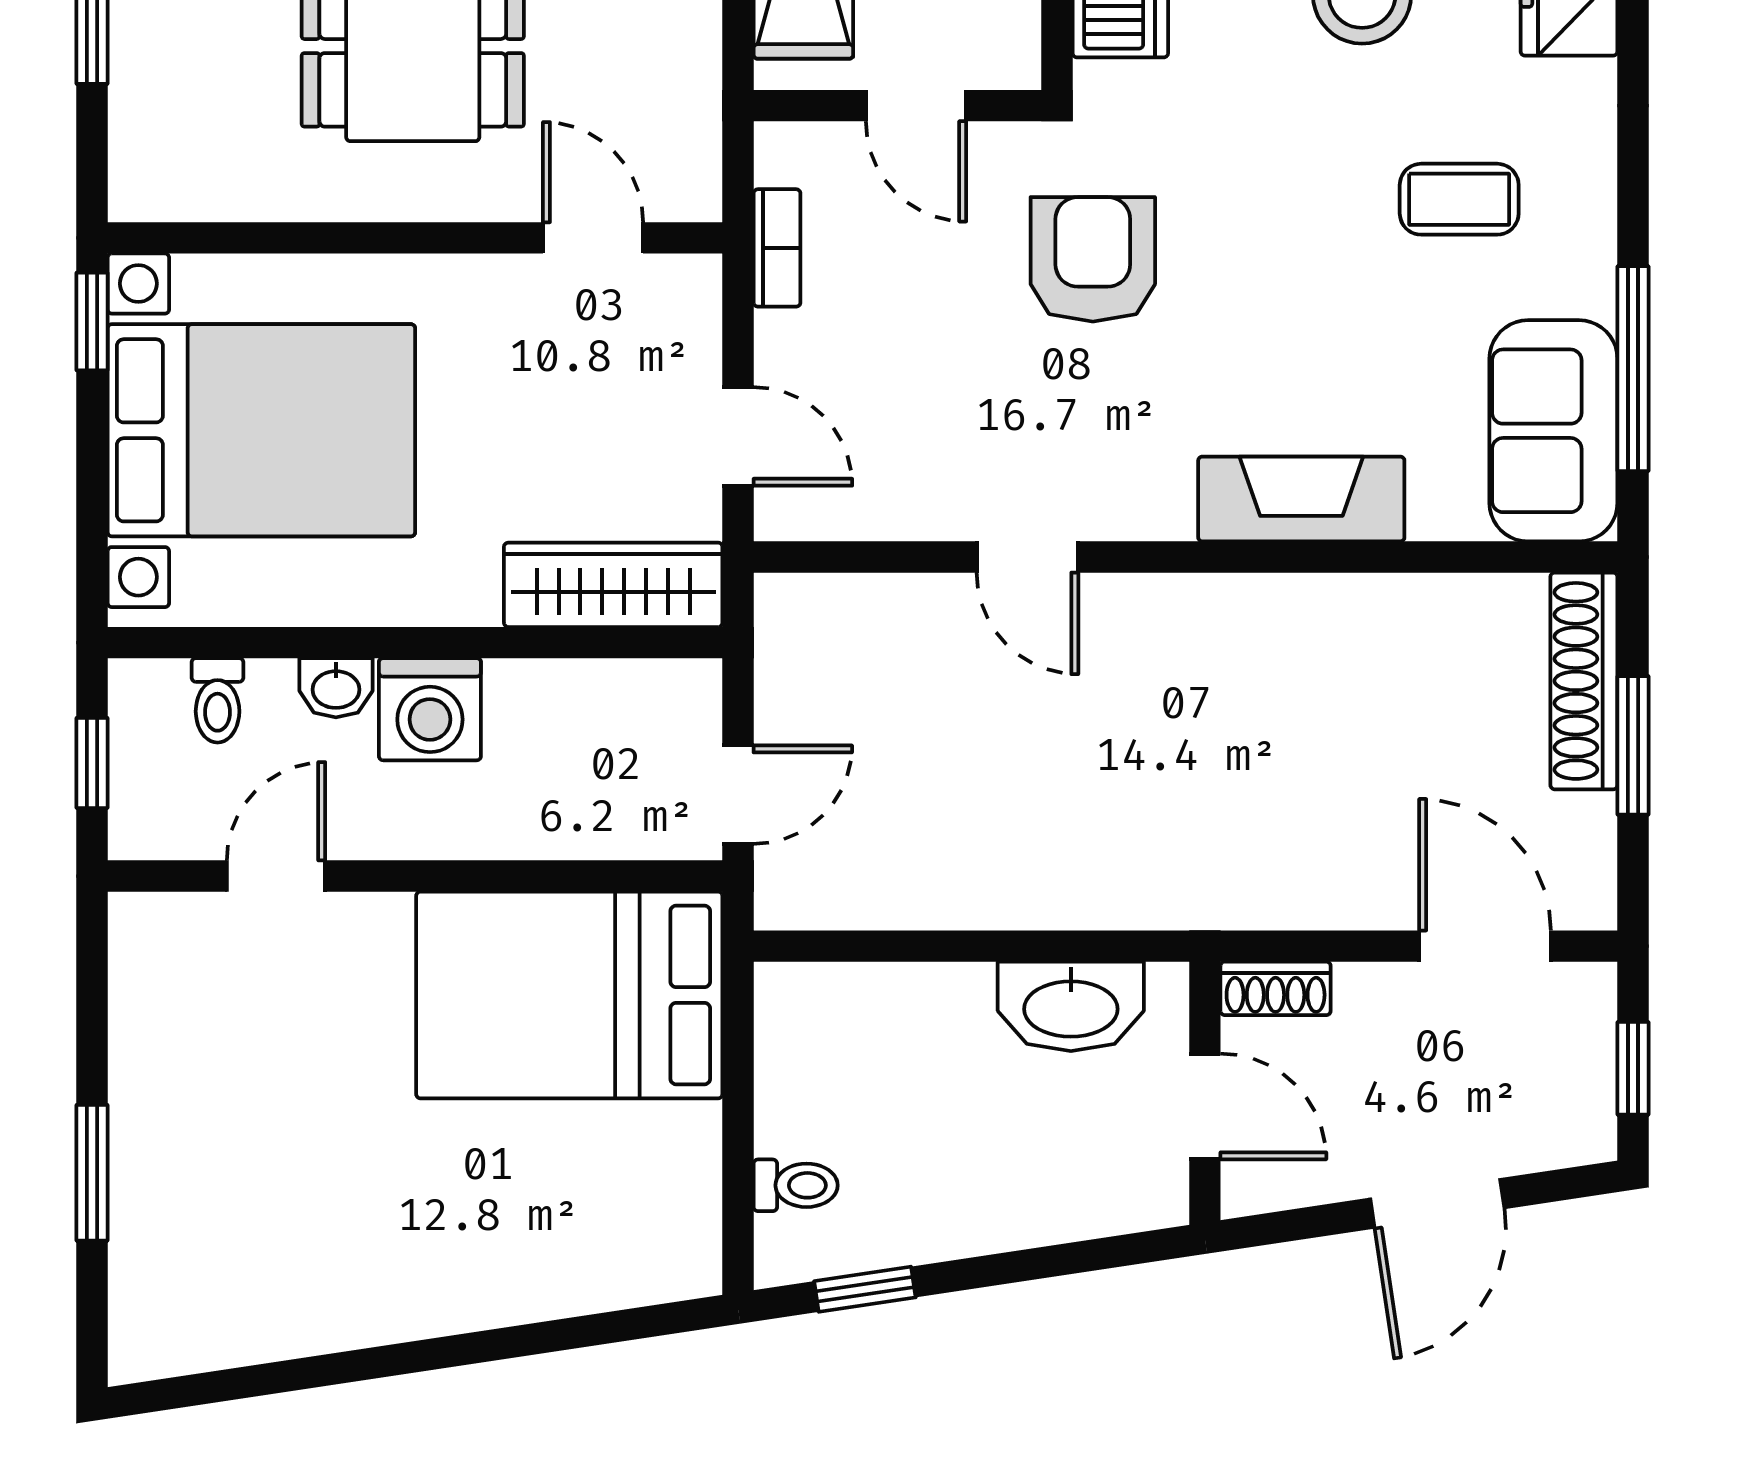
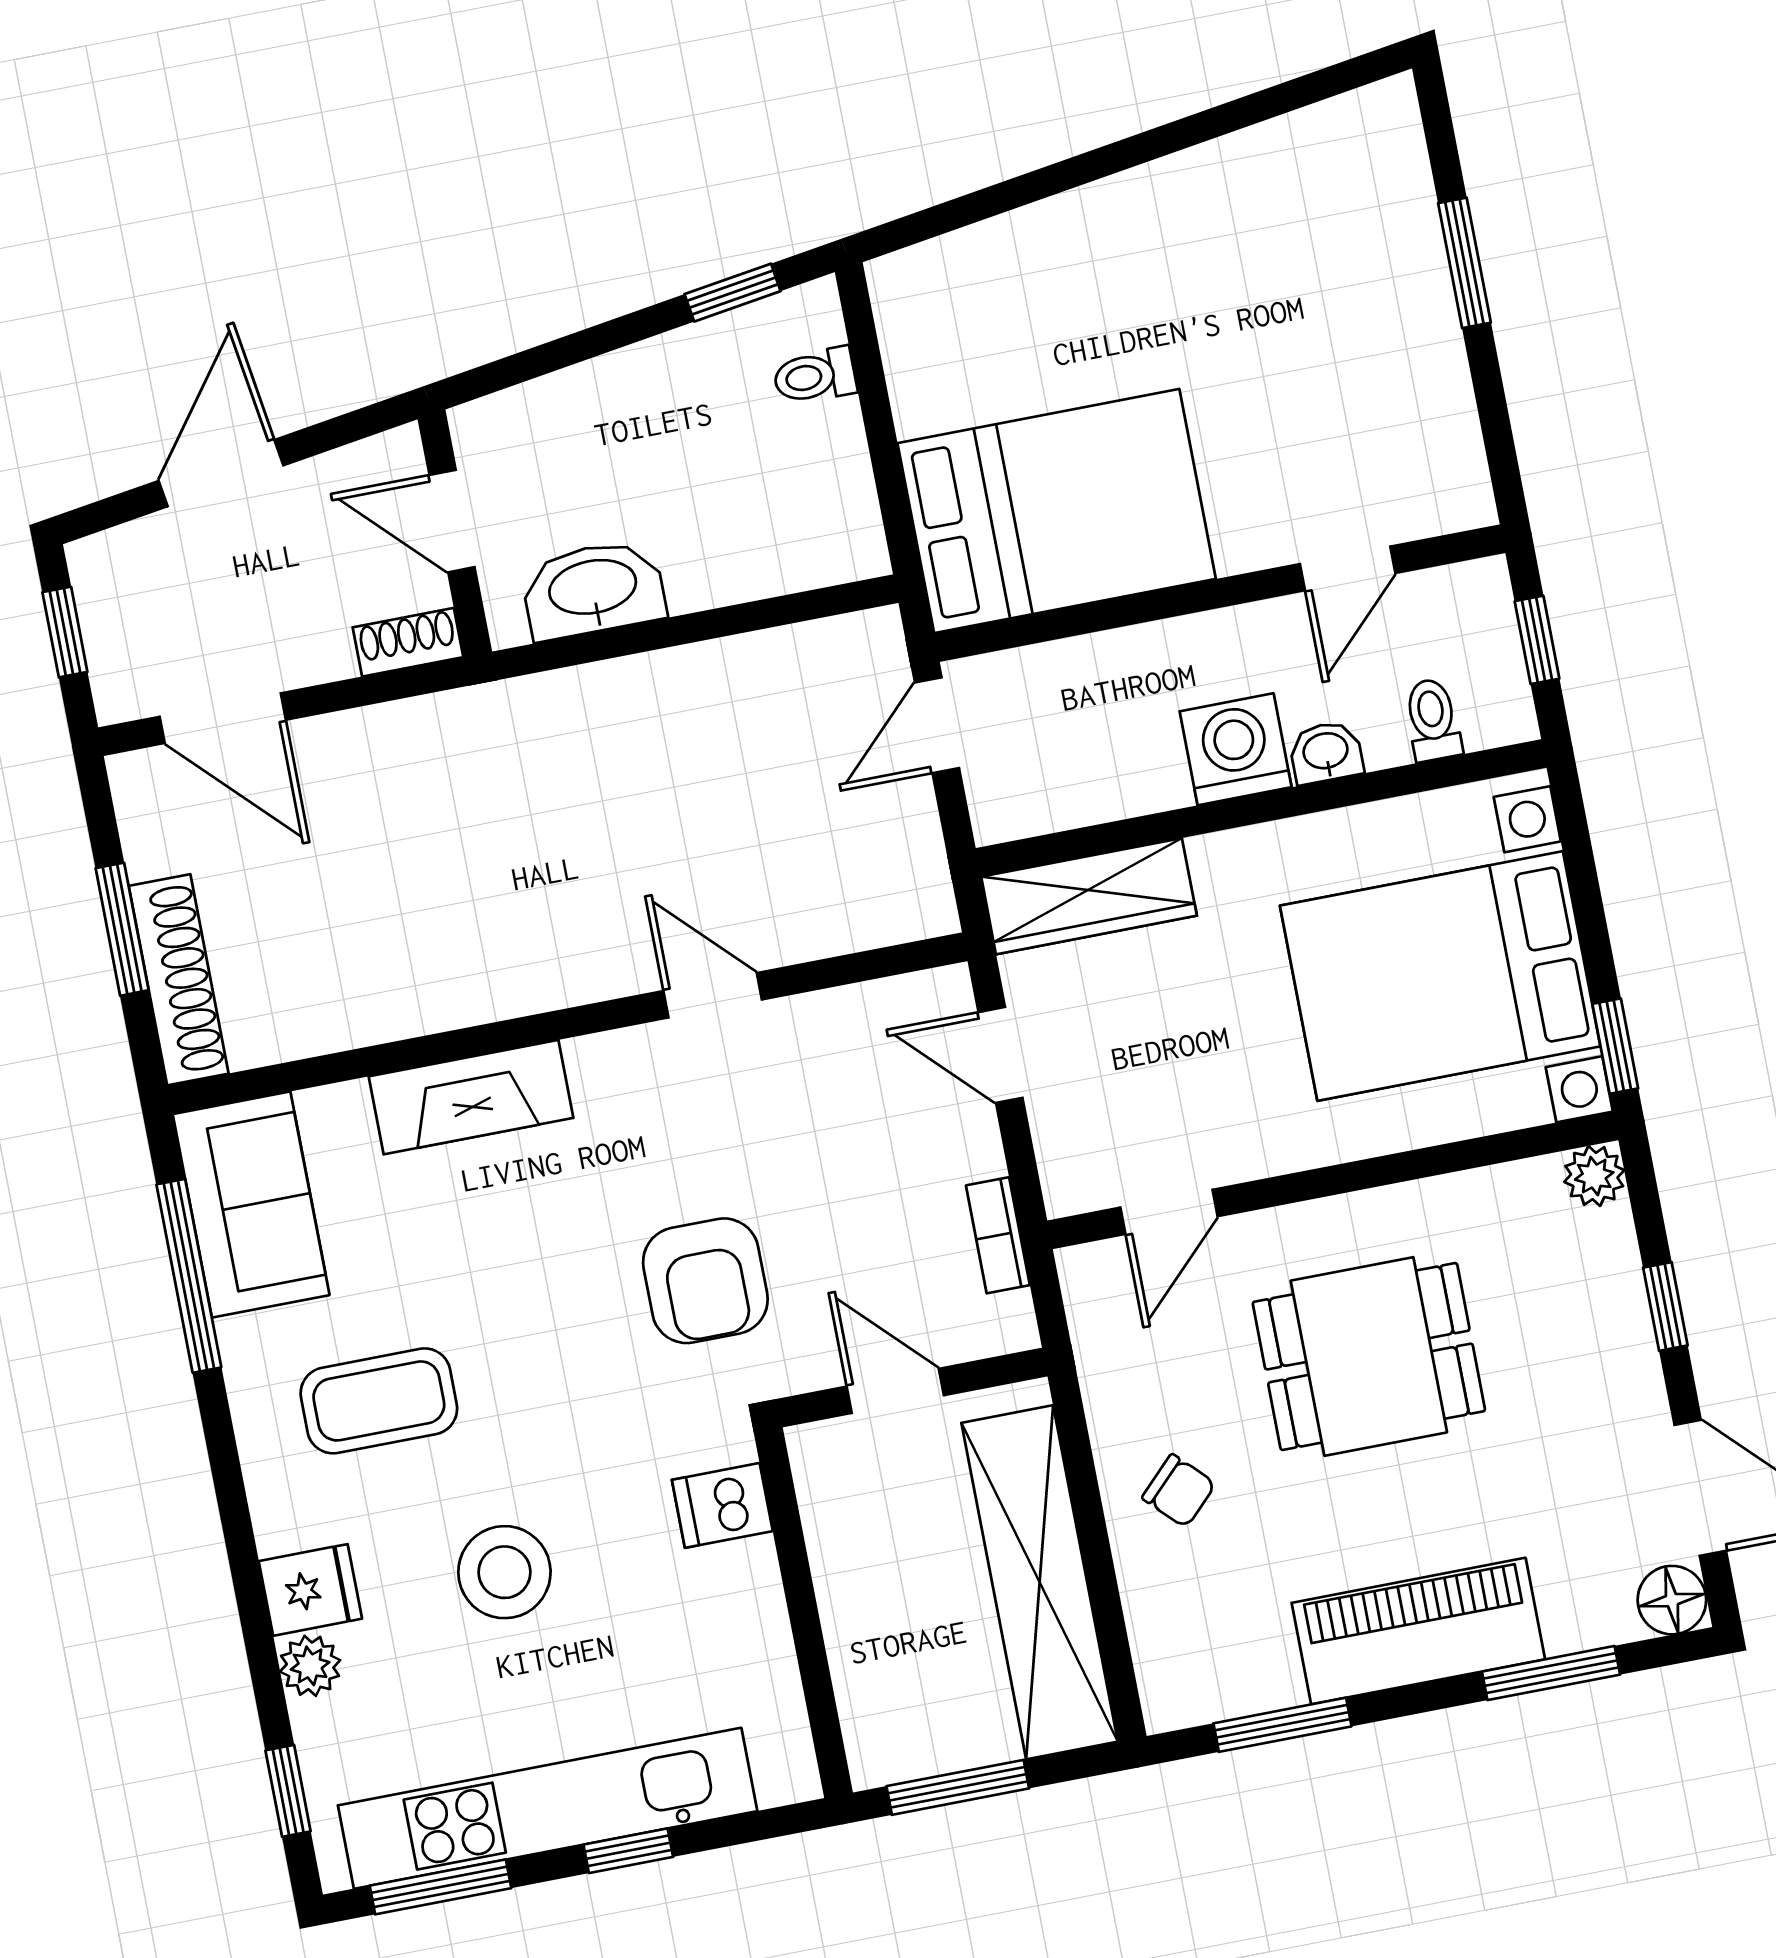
plant: (140, 190) -> (1594, 1176), added
coffee table: (1459, 199) -> (379, 1401), width x1.36, depth x1.30
door: (593, 238) -> (1169, 1212), hinge flipped

